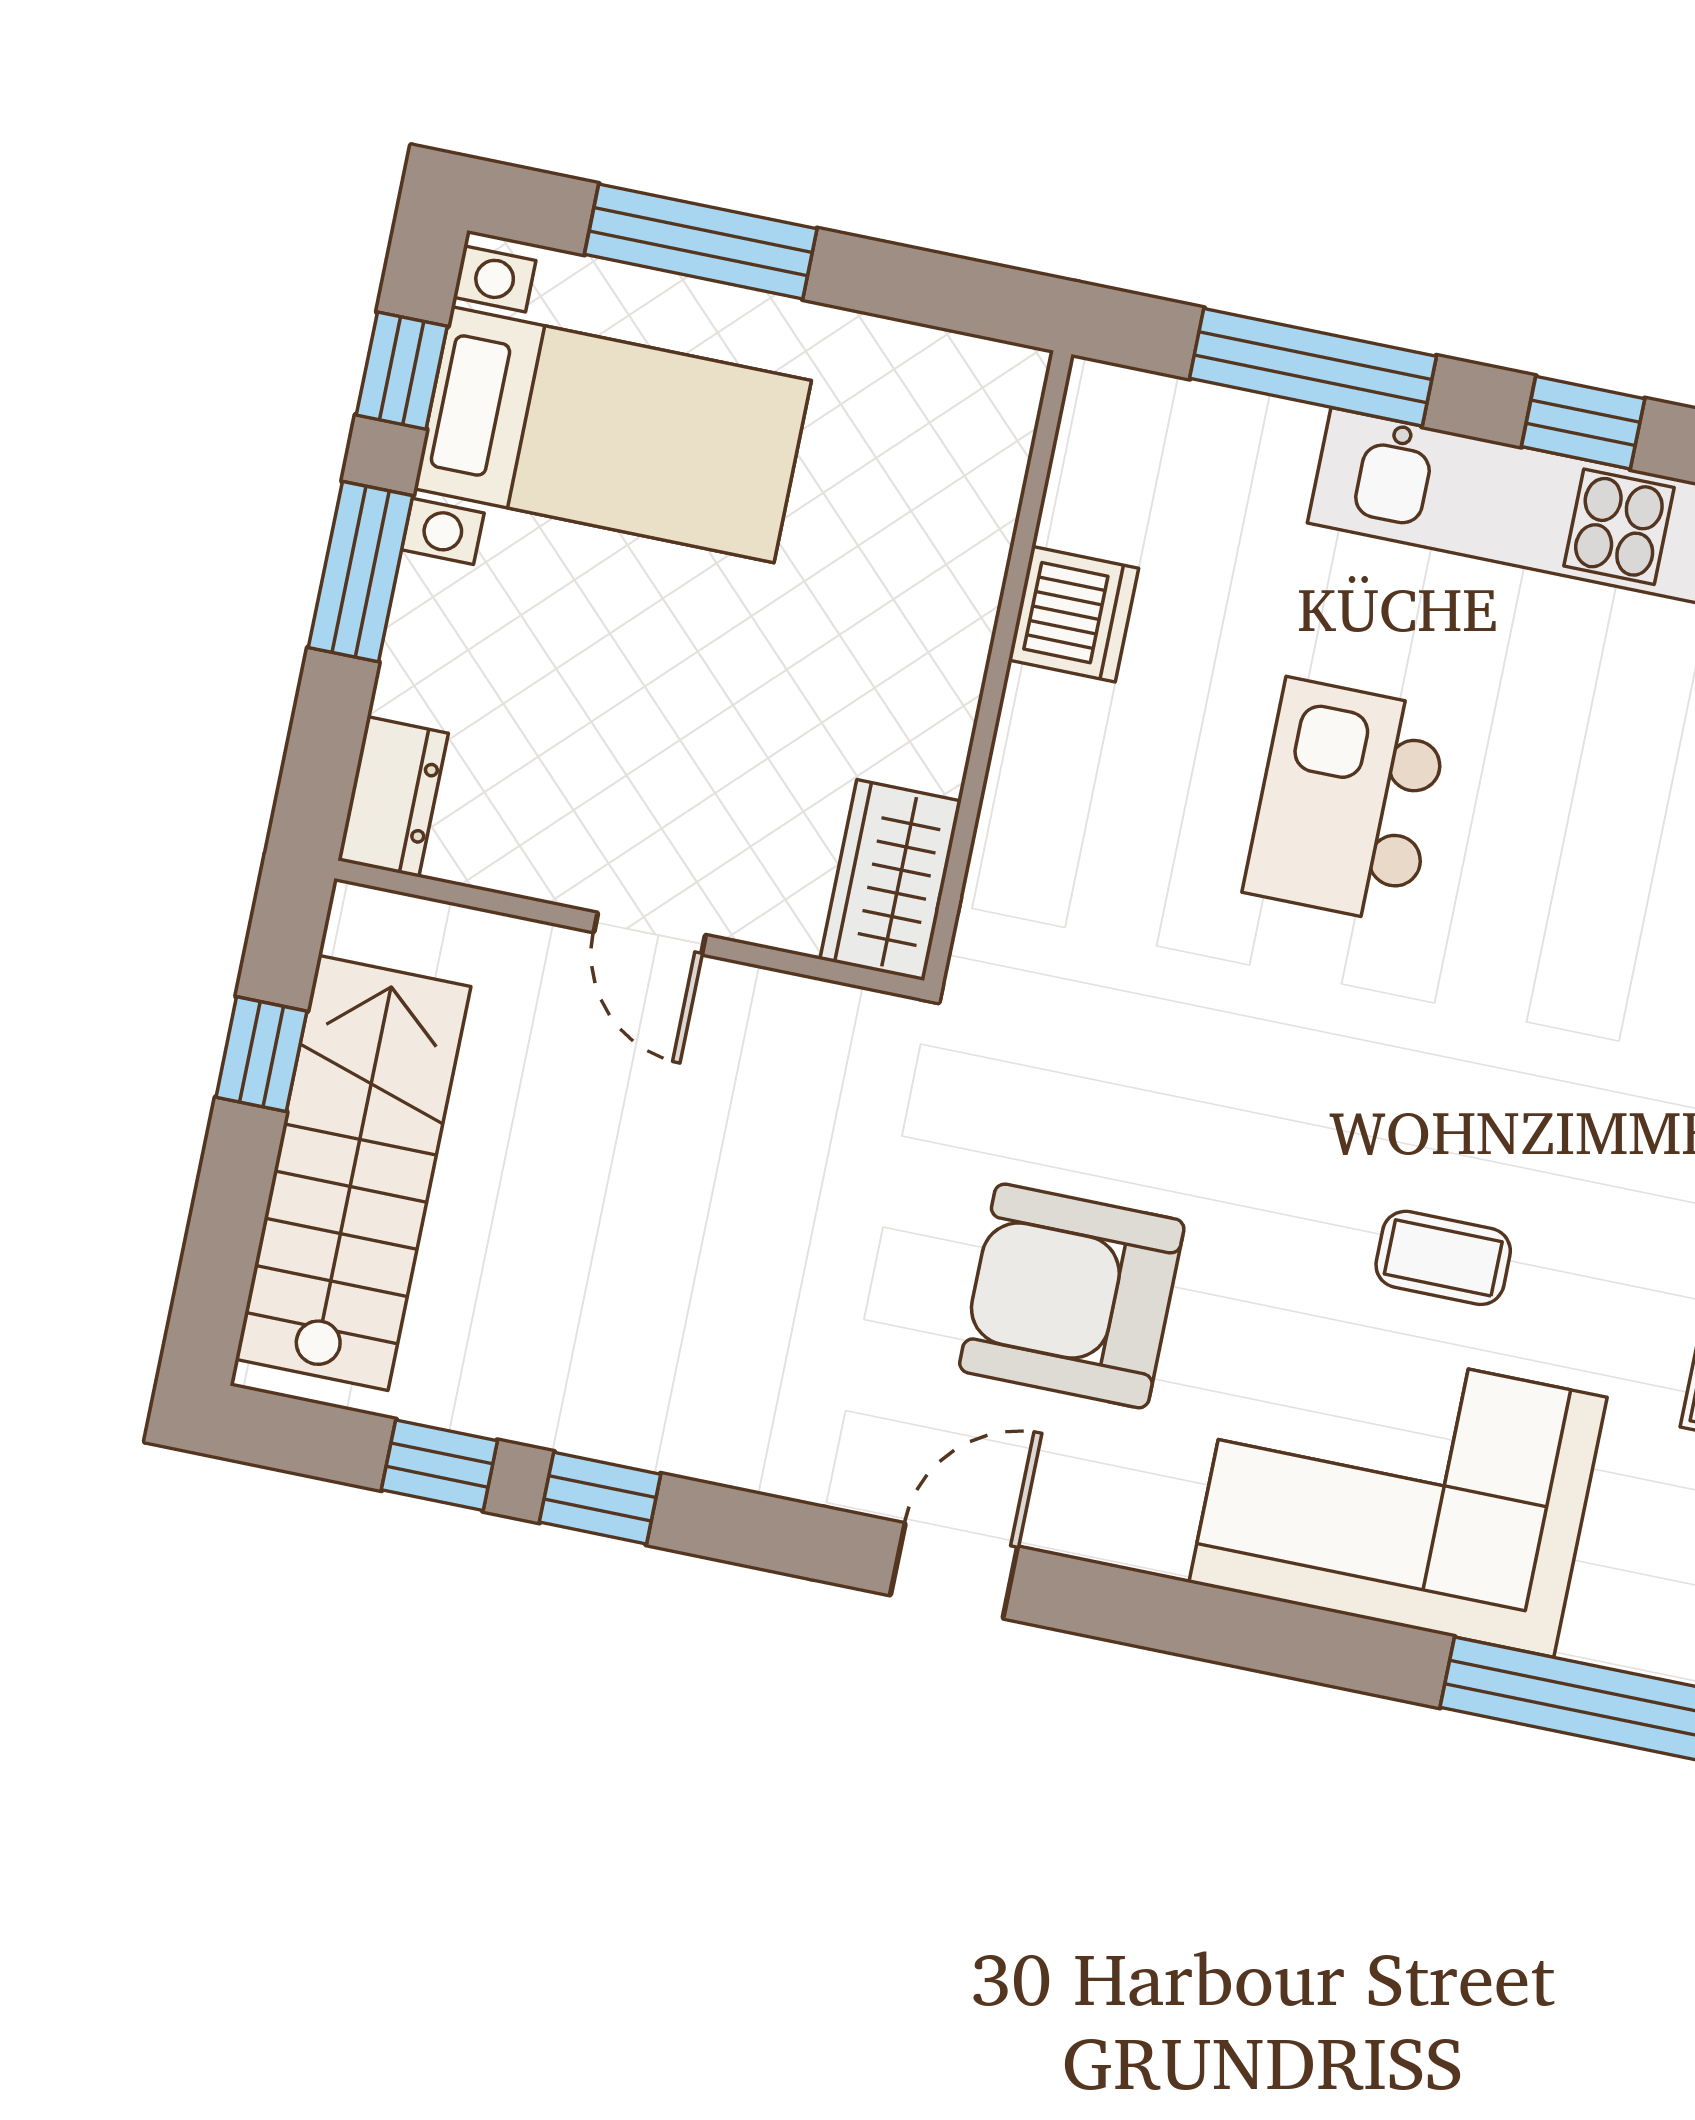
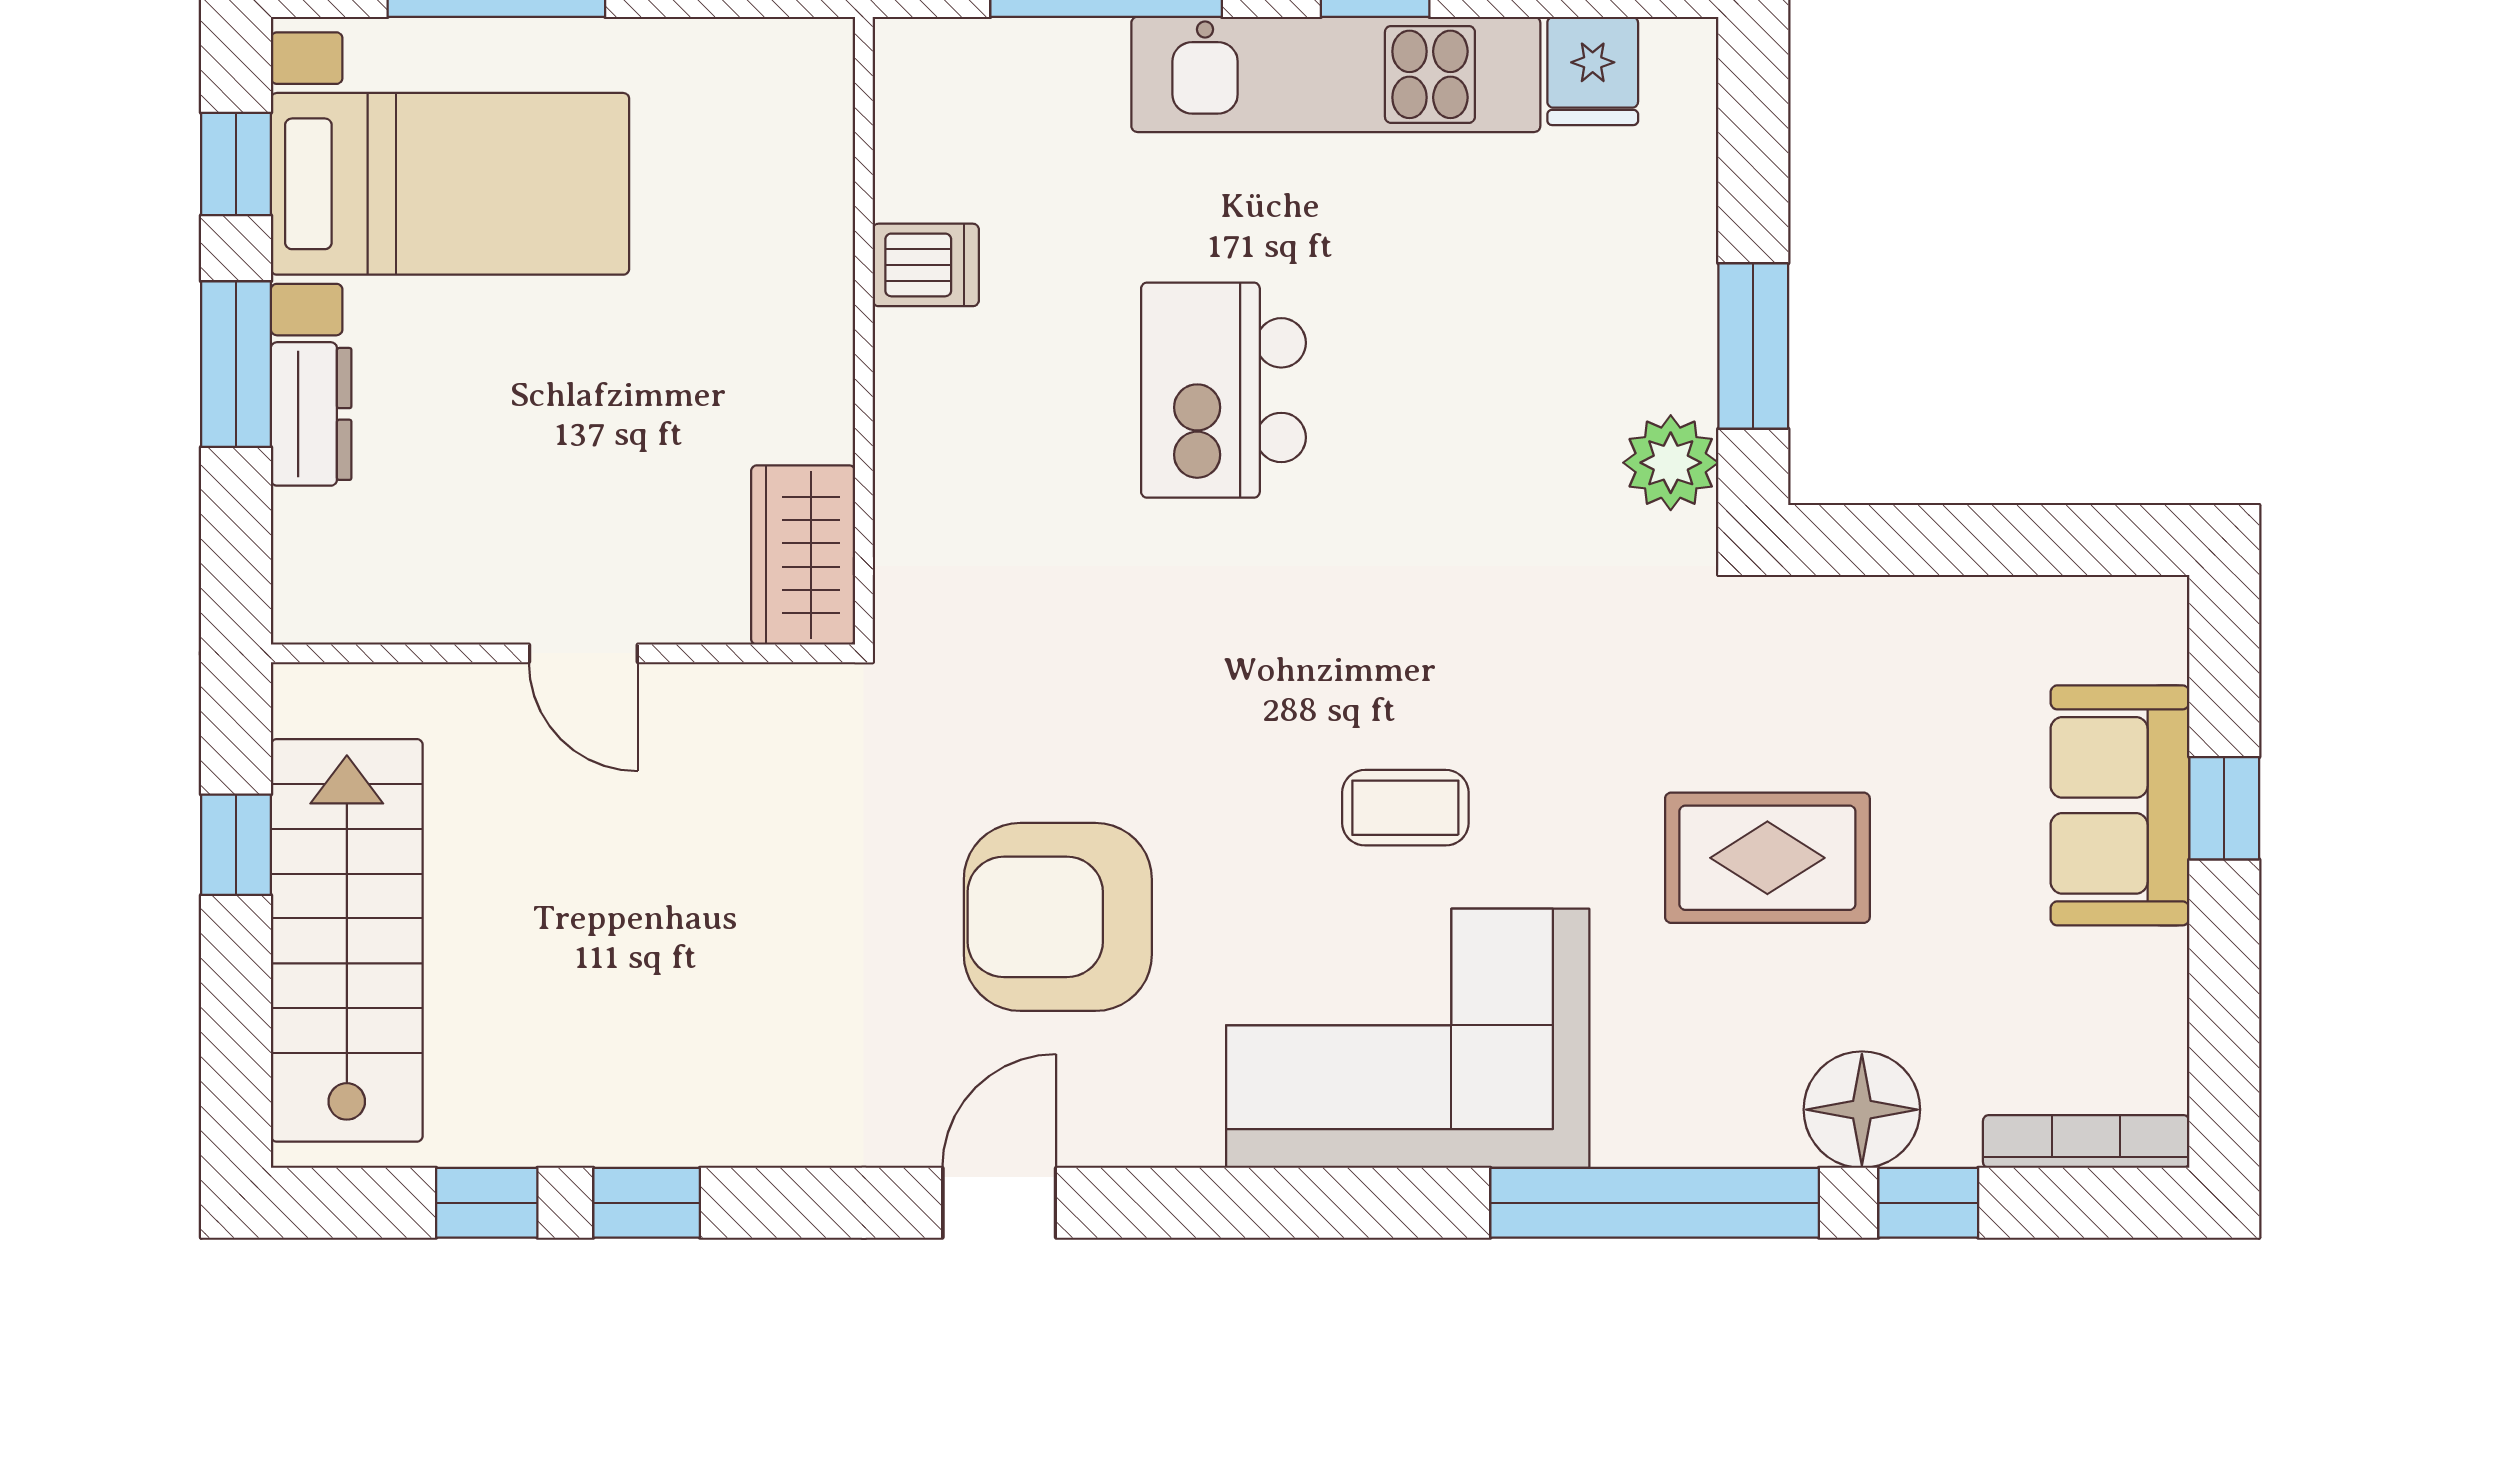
dishwasher: (1073, 614) -> (926, 265), width x0.73
dresser: (393, 797) -> (311, 414), moved

